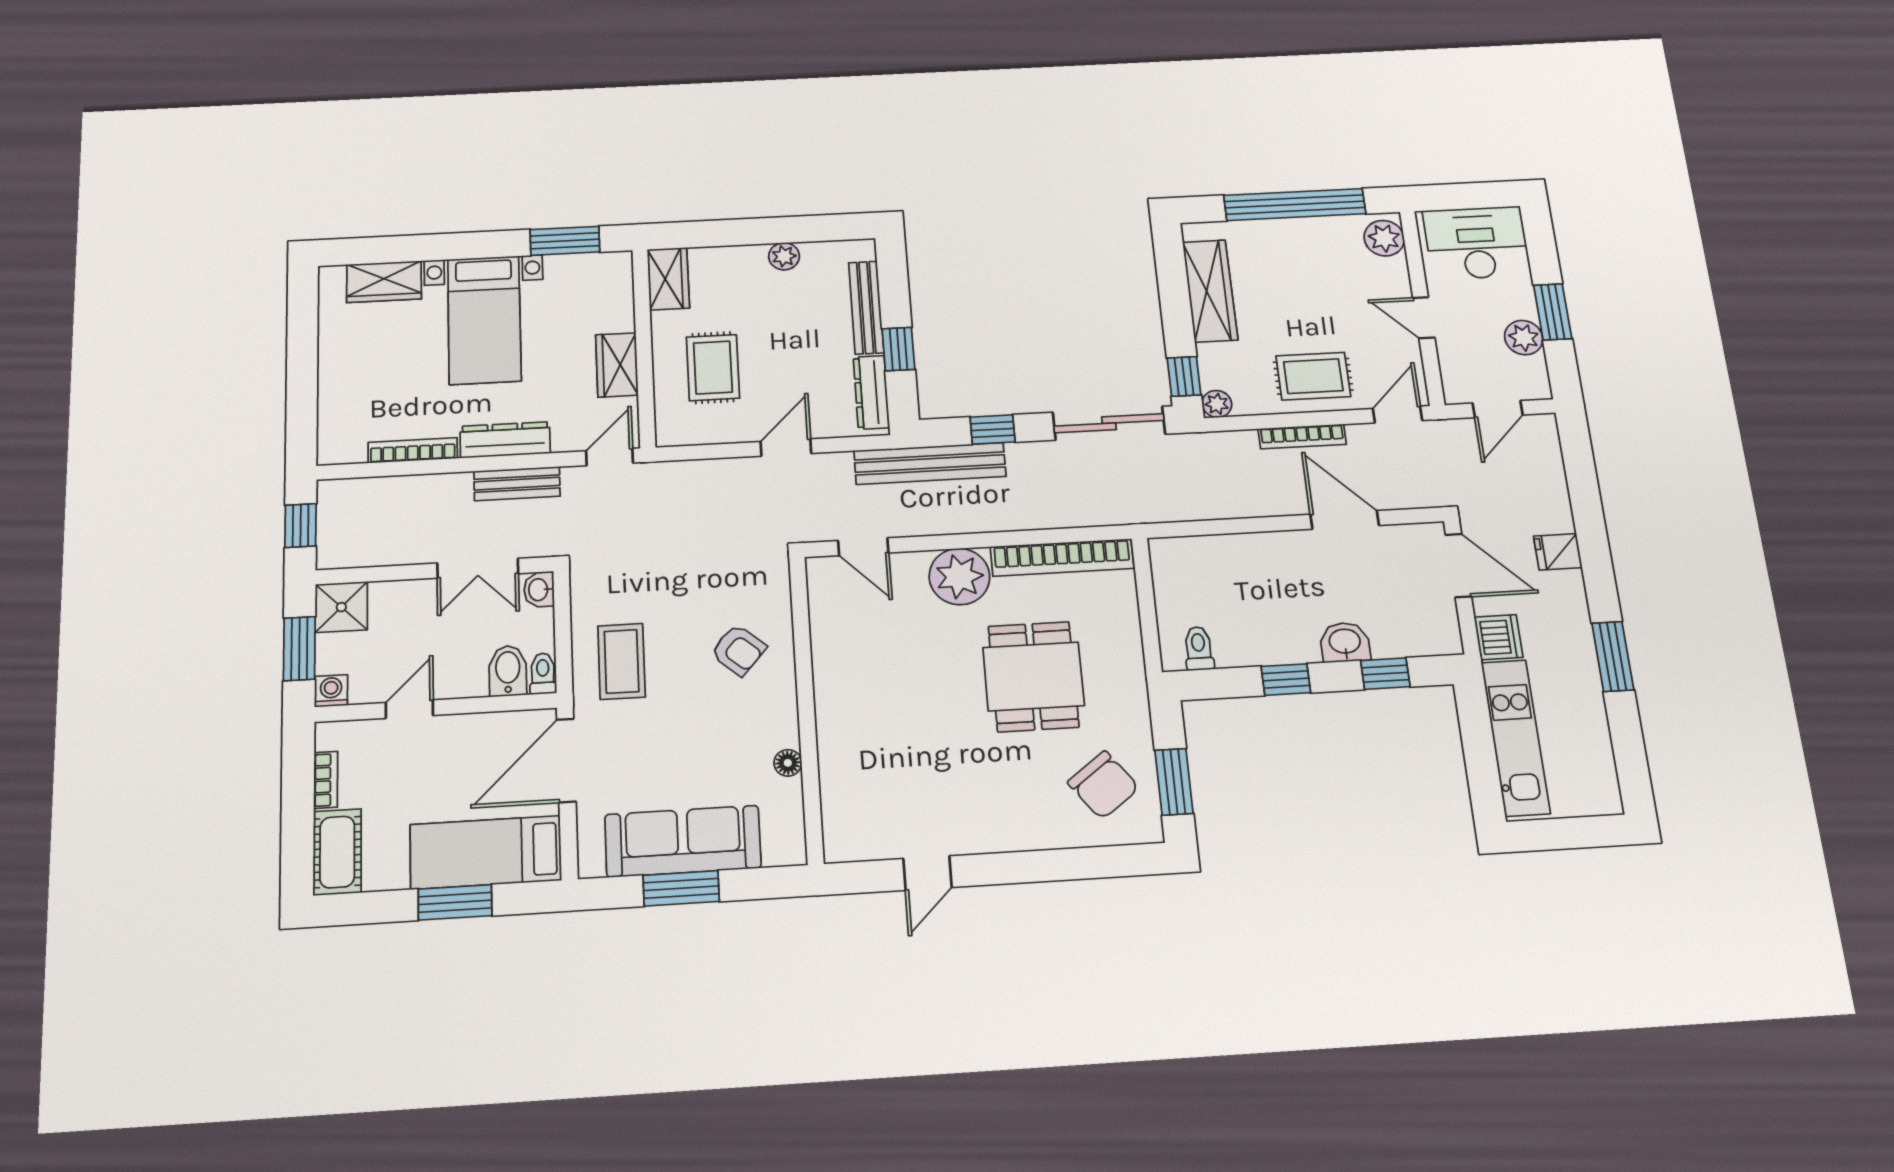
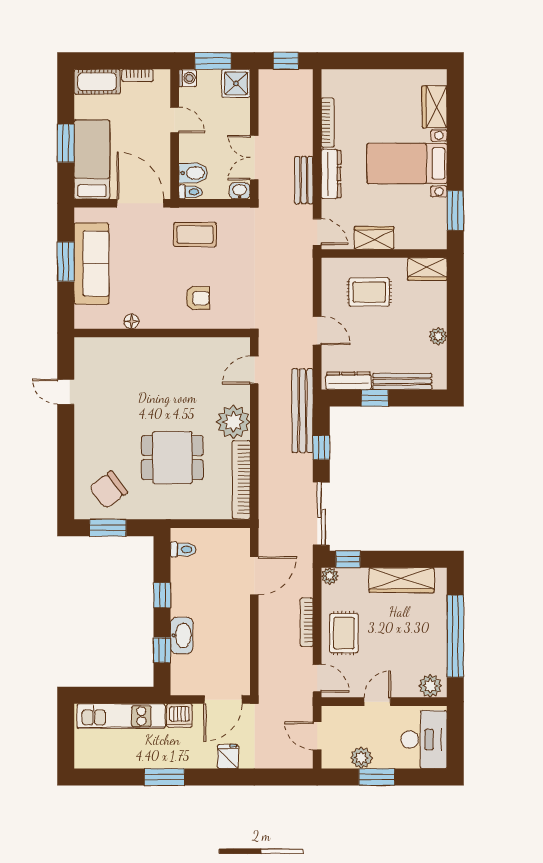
door: (1345, 520) -> (254, 576), moved
washbasin: (1345, 642) -> (182, 635), width x1.38
armchair: (738, 650) -> (198, 298), turned -131

